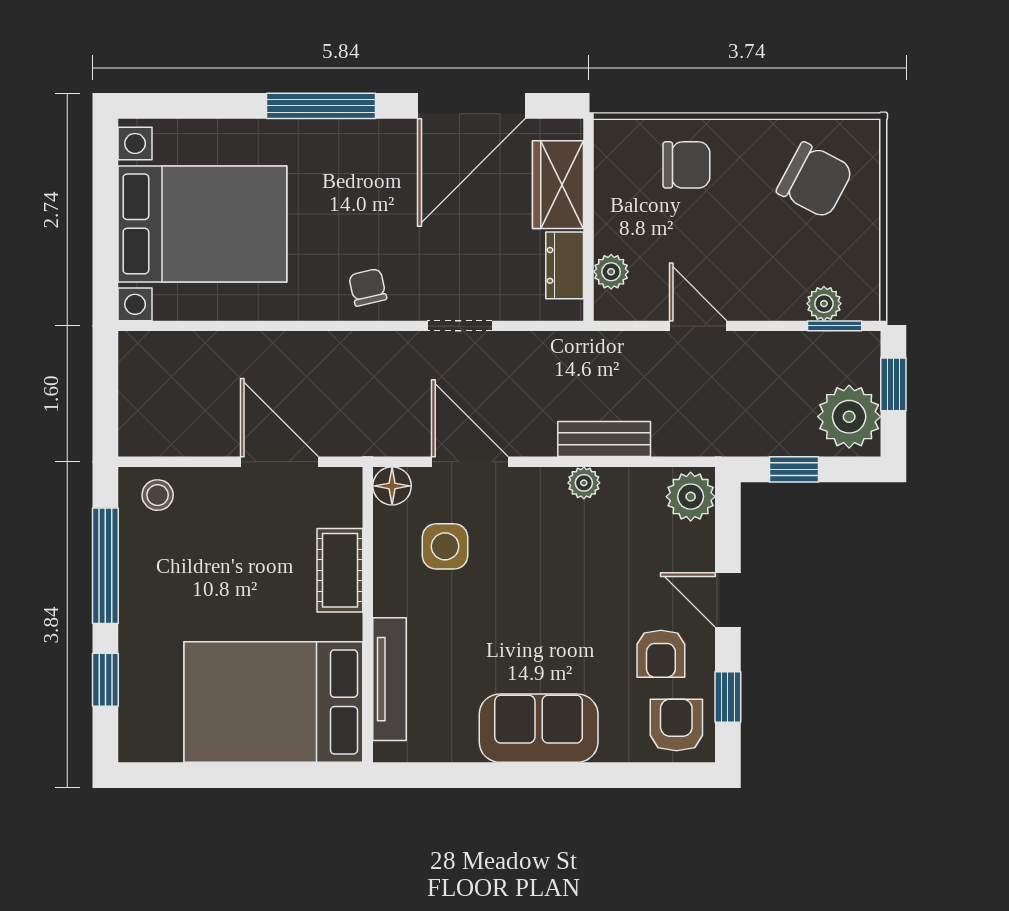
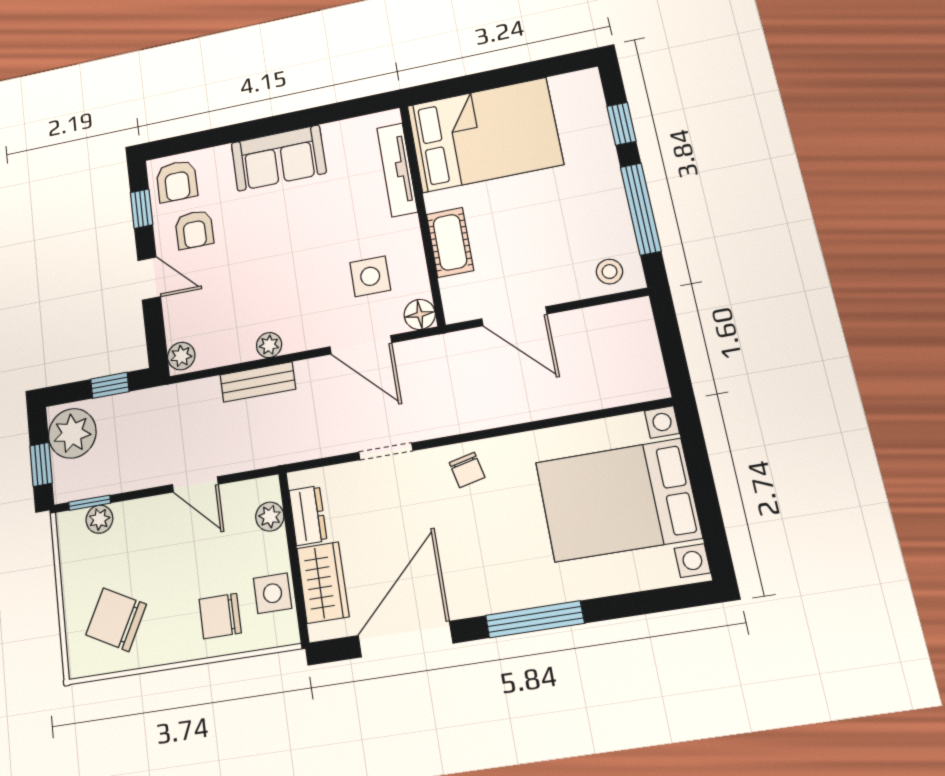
side table: (620, 182) -> (273, 593), added
plant: (691, 497) -> (181, 356), width x0.73, depth x0.73
armchair: (661, 654) -> (194, 230), turned 180

